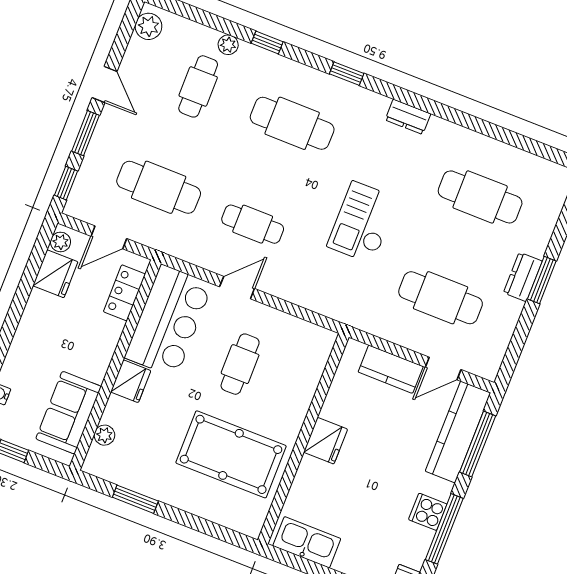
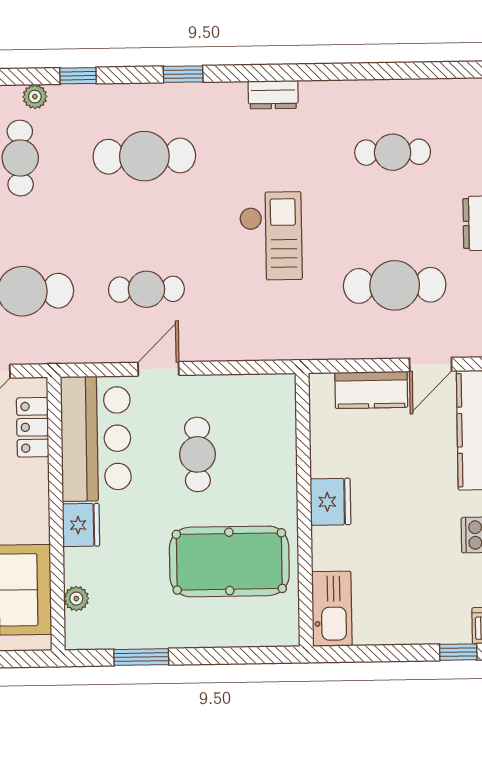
cafe table: (480, 197) -> (393, 152), width x0.73, depth x0.74
checkout: (363, 222) -> (271, 236), turned 180
kitchen sink: (307, 542) -> (332, 609), moved, turned 90

